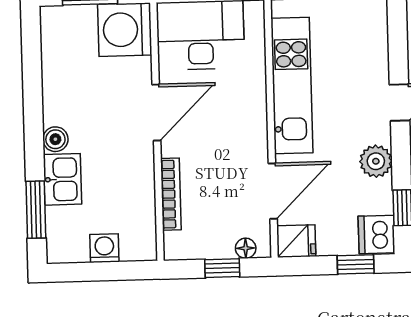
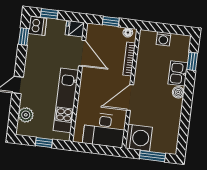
plant: (376, 161) -> (26, 115), moved
door: (273, 191) -> (82, 53), swing flipped
window: (36, 210) -> (192, 61), width x0.67
floor lamp: (246, 248) -> (128, 33), moved

